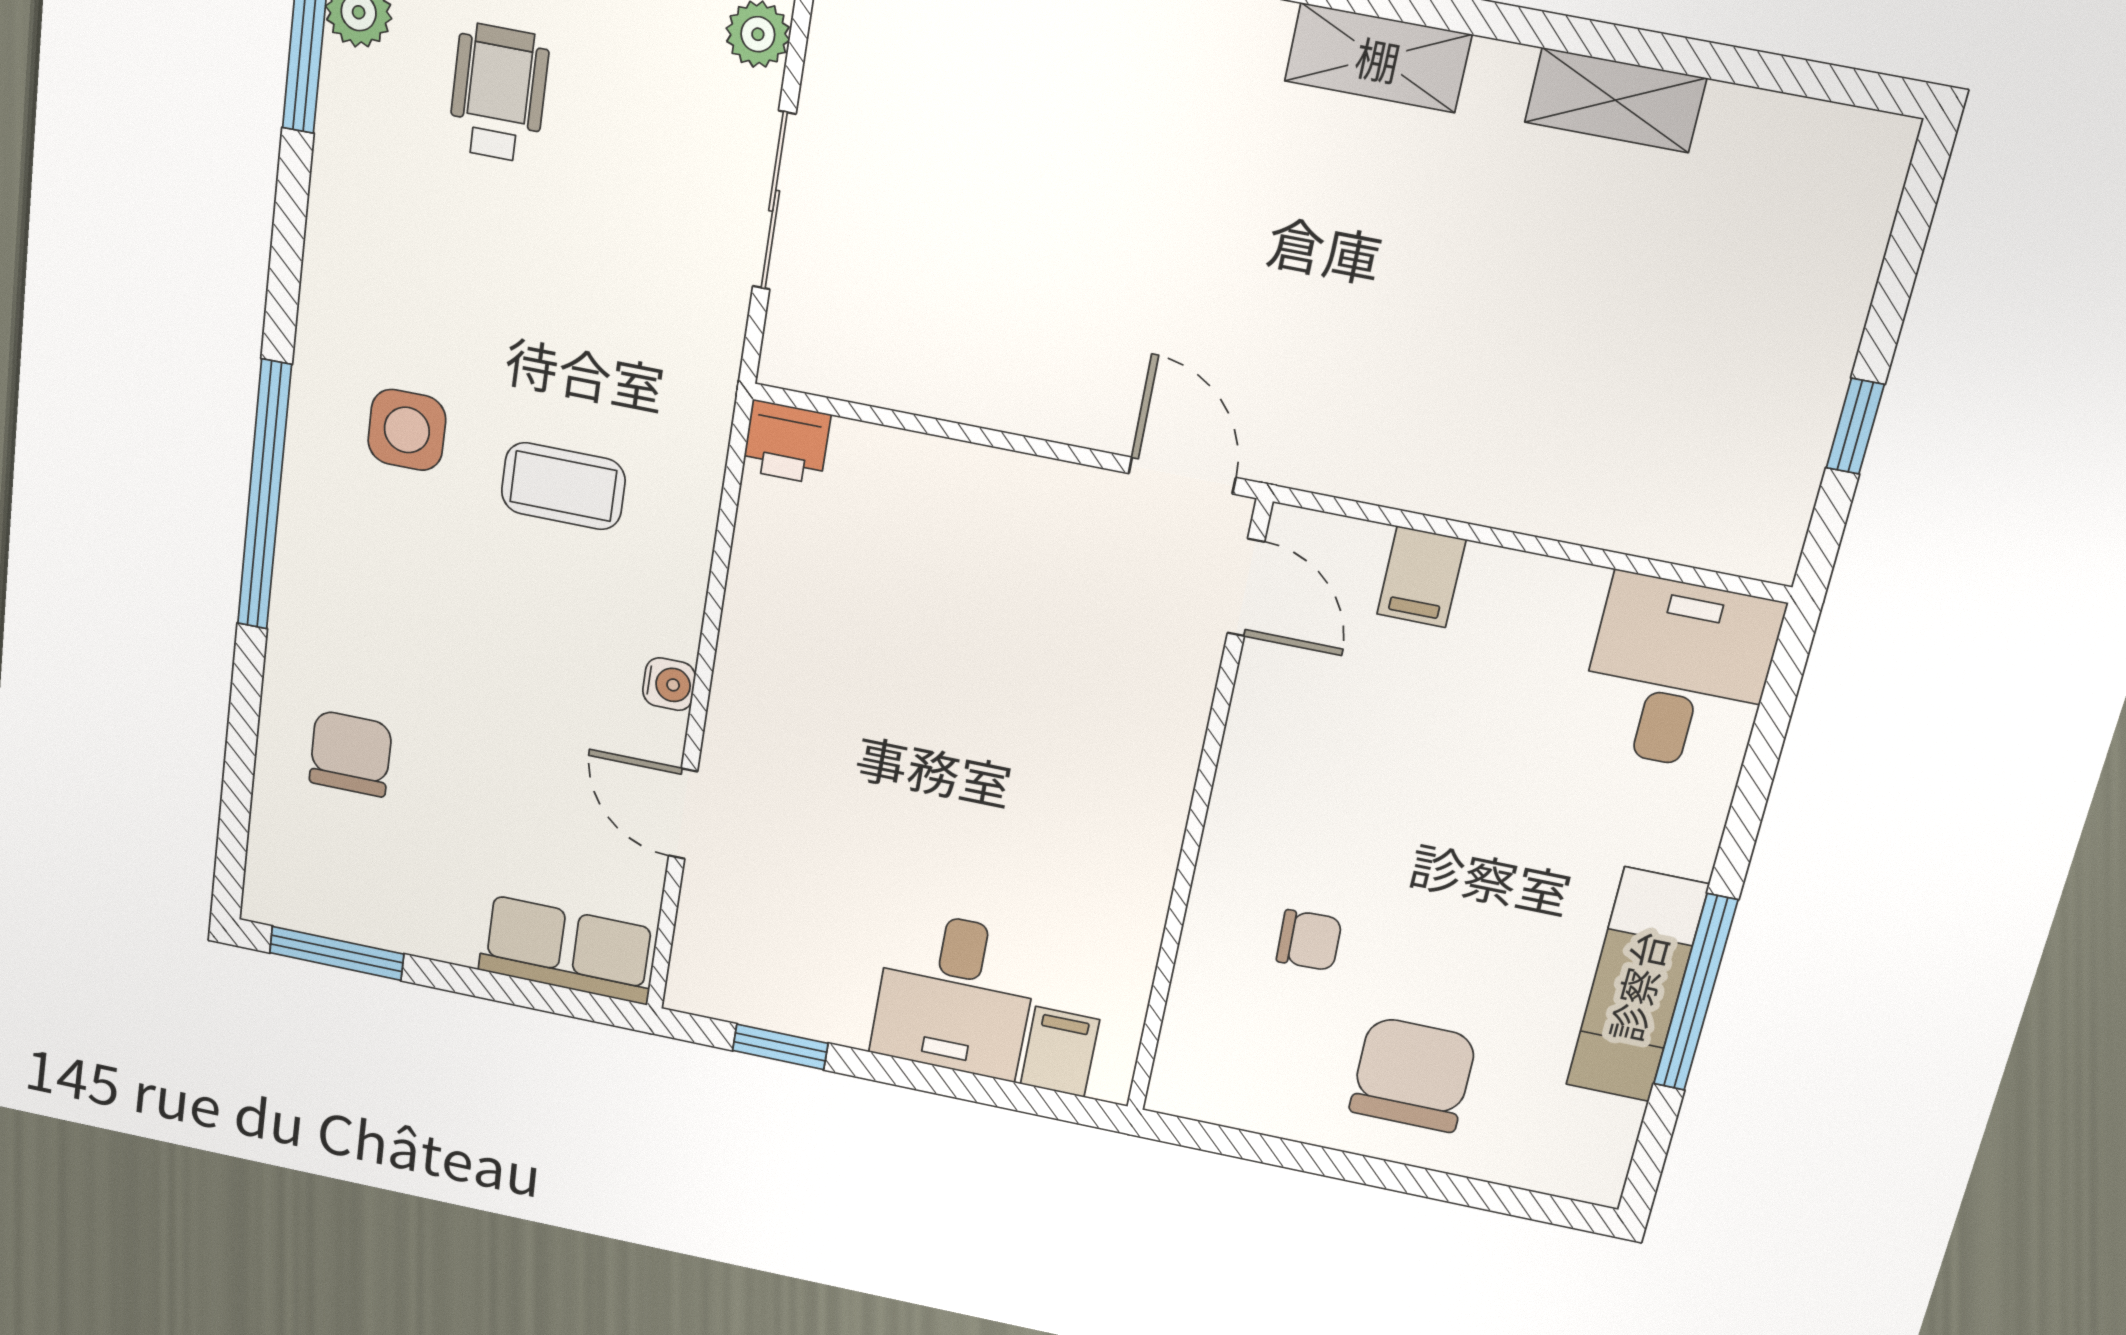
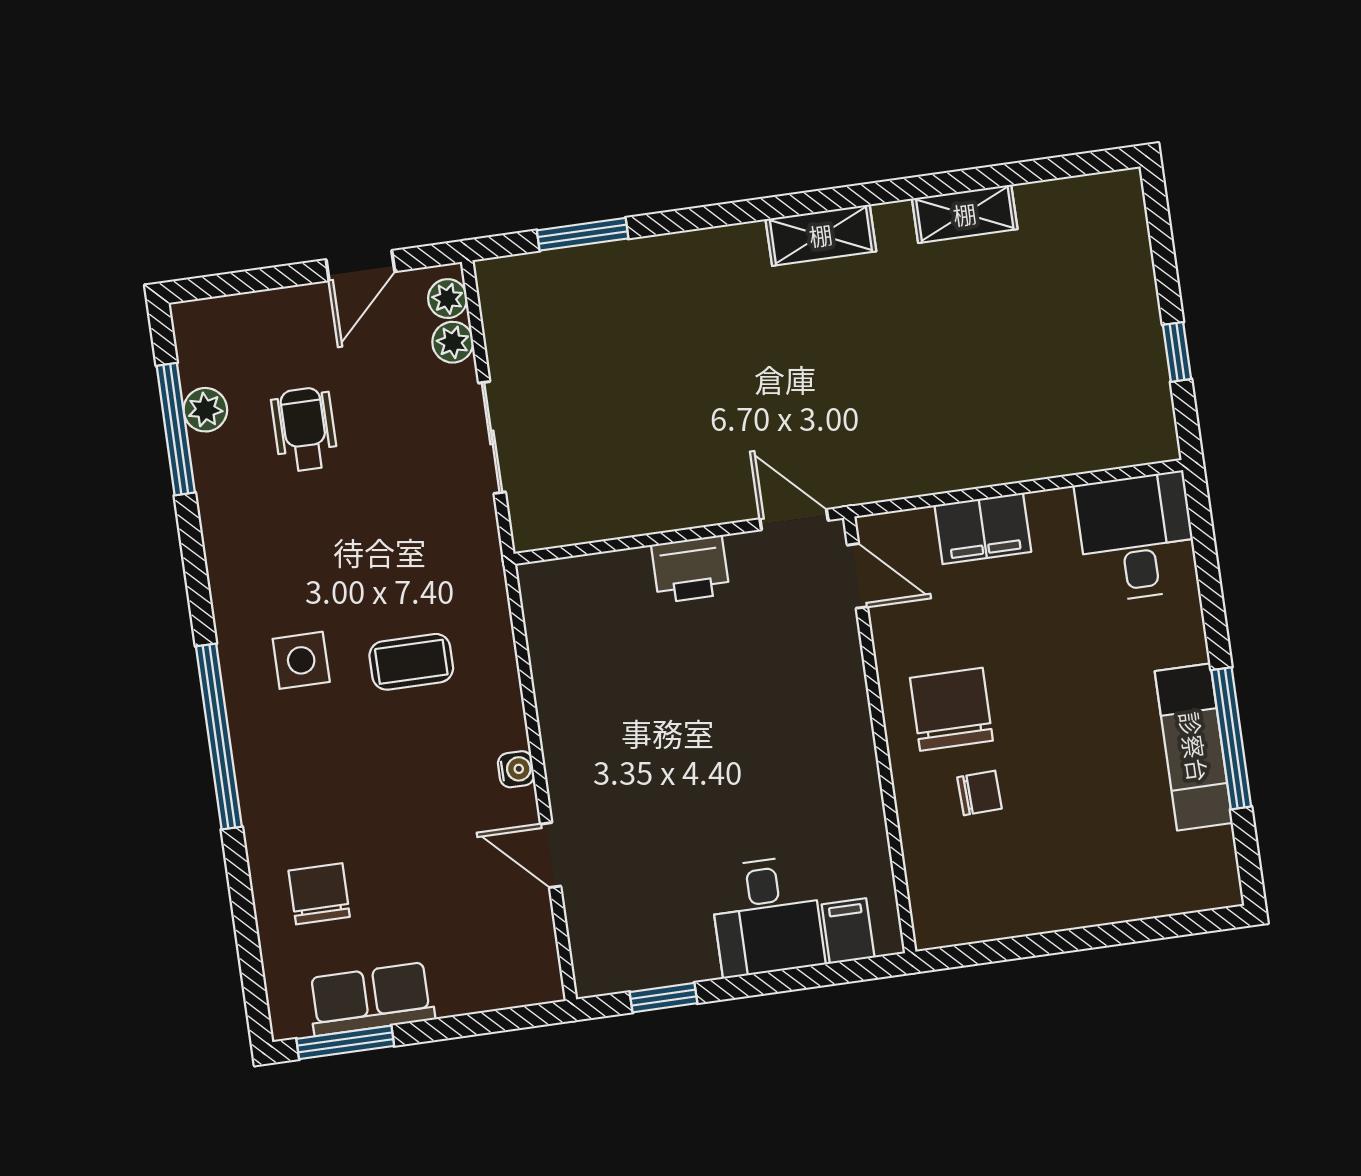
printer: (786, 442) -> (690, 569), moved, width x1.36, depth x1.24
filing cabinet: (1421, 577) -> (983, 528), width x2.00
row of seats: (568, 950) -> (371, 999), moved
chair: (1413, 1075) -> (951, 709), moved

